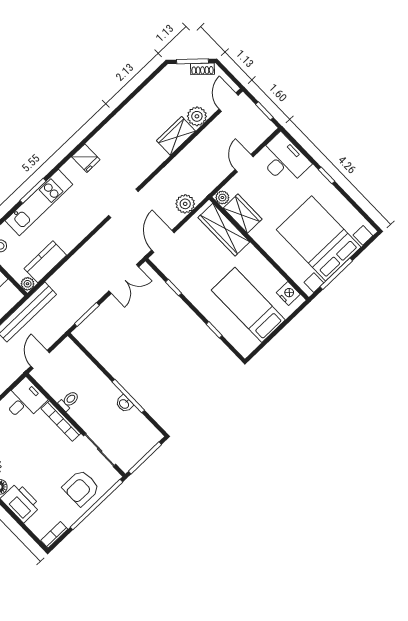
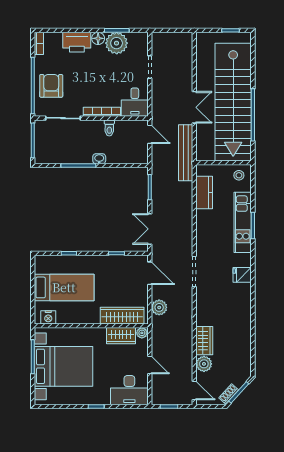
plant: (28, 284) -> (201, 170), removed
washbasin: (124, 404) -> (99, 159), moved

